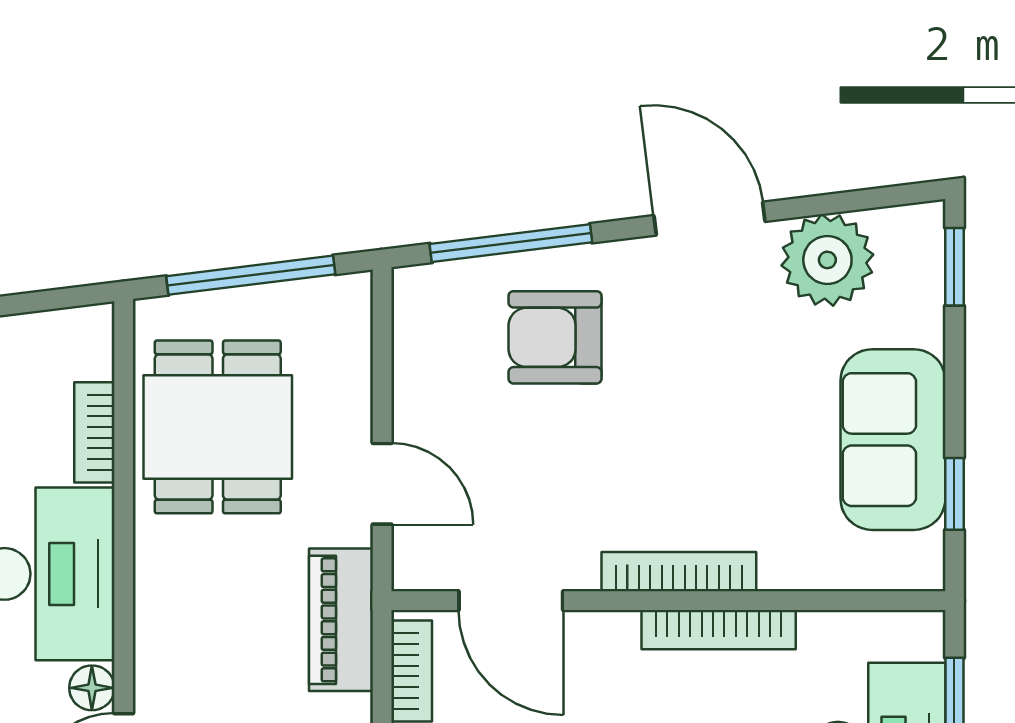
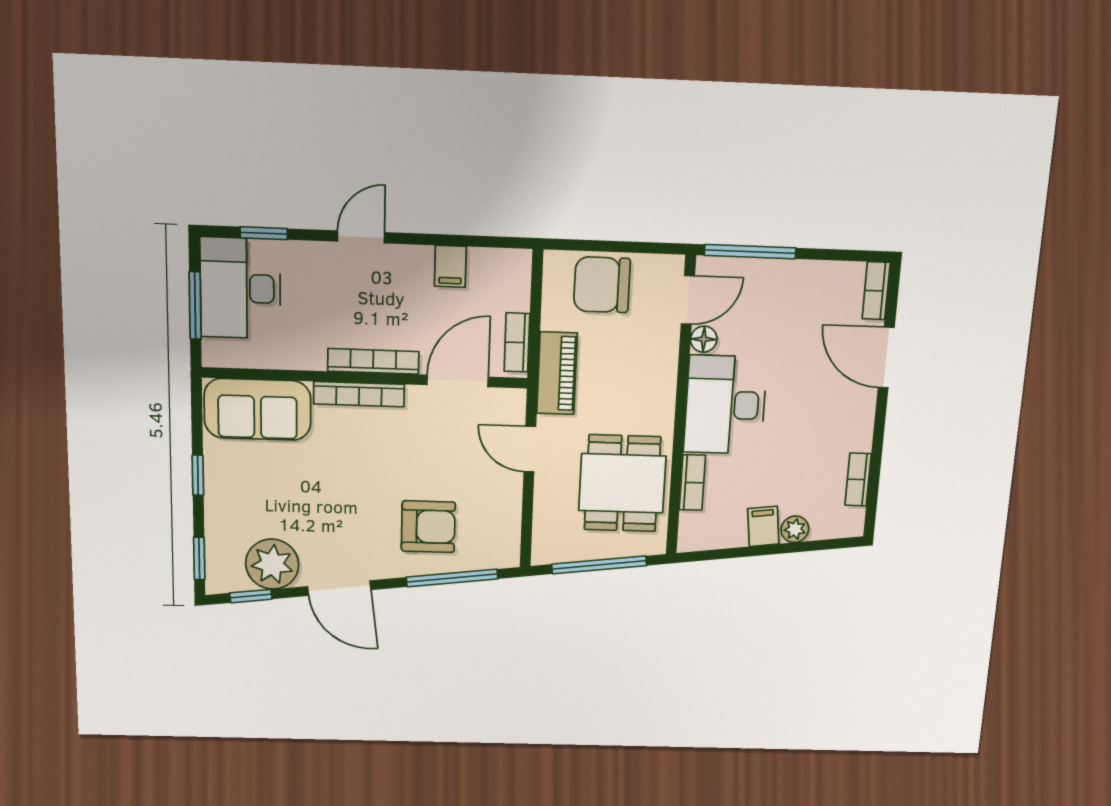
window: (865, 199) -> (251, 596), added
sofa: (893, 440) -> (258, 409), moved, turned 90
window: (954, 494) -> (198, 475), moved
door: (511, 601) -> (458, 381), hinge flipped
bookcase: (719, 630) -> (373, 361), moved

